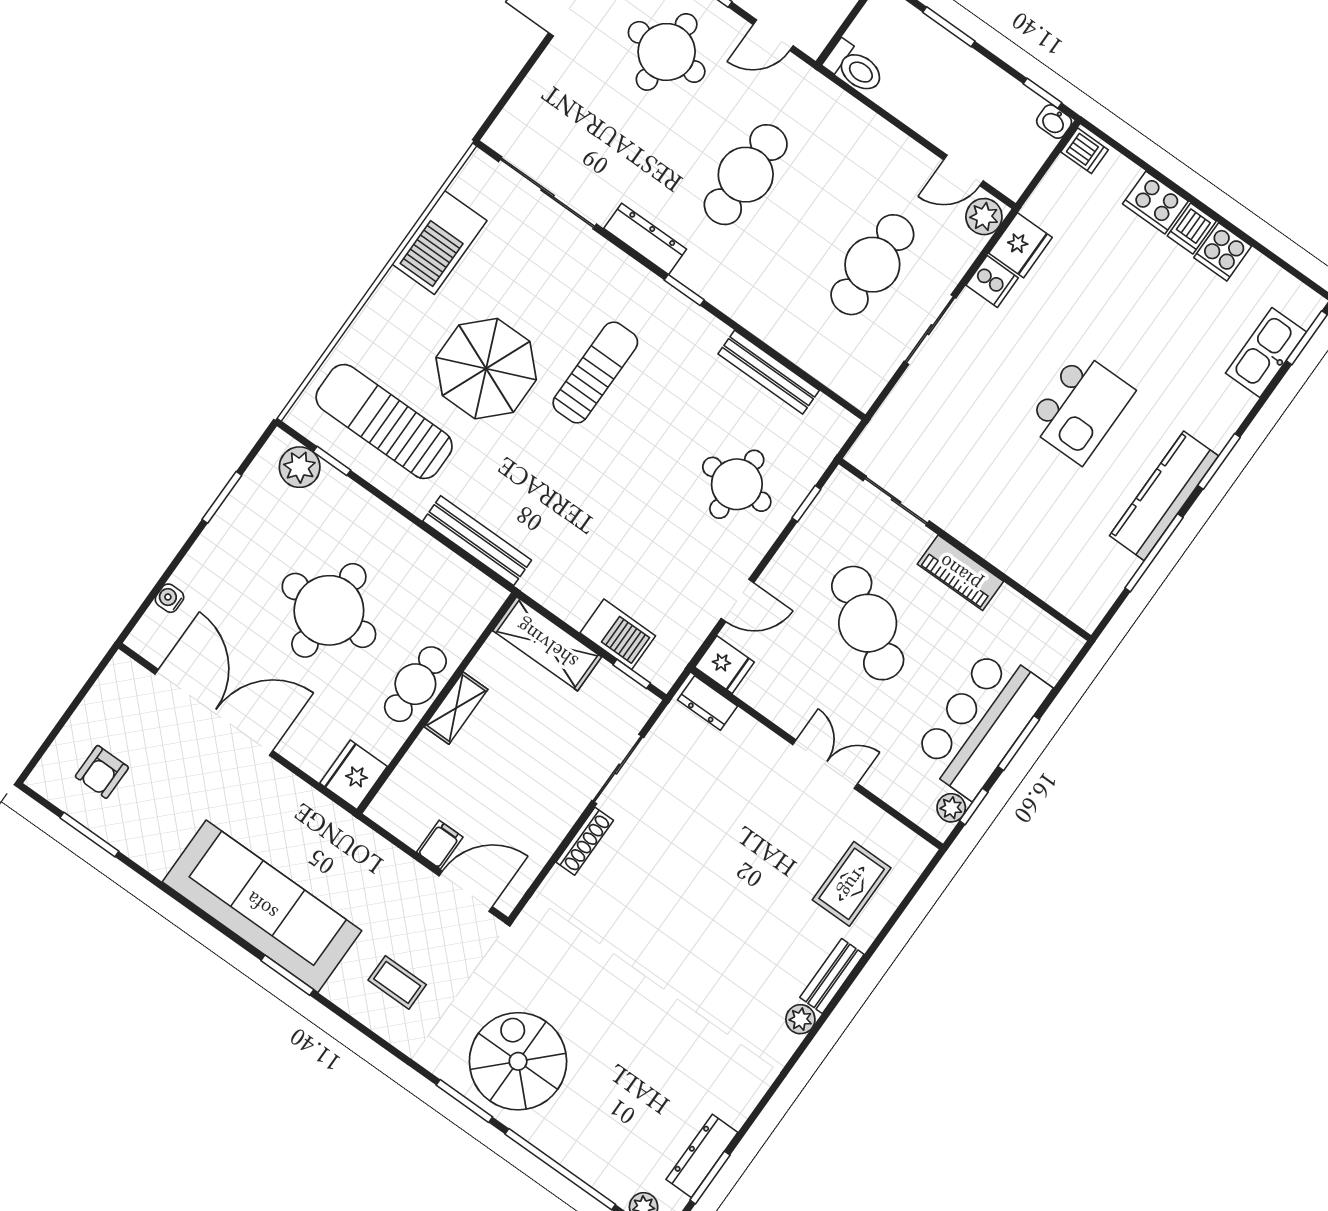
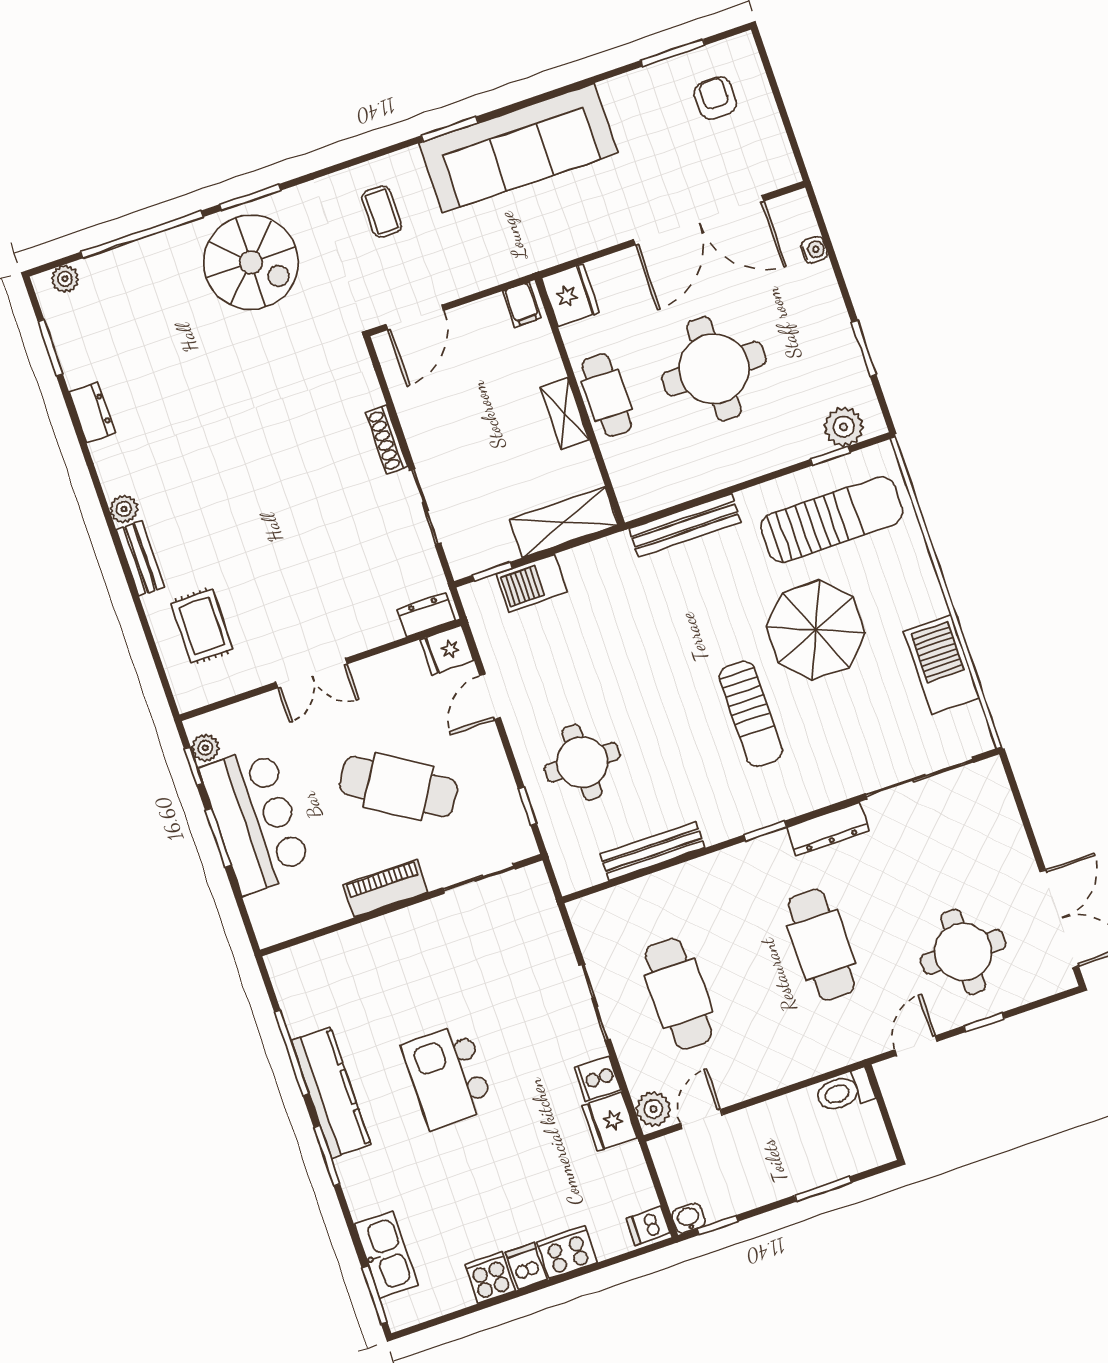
filing cabinet: (440, 845) -> (522, 304), moved
coffee table: (397, 982) -> (382, 212), turned 90
dresser: (702, 1156) -> (92, 412), moved, width x0.70

